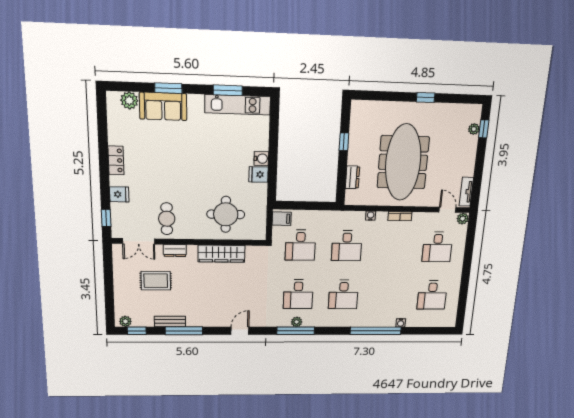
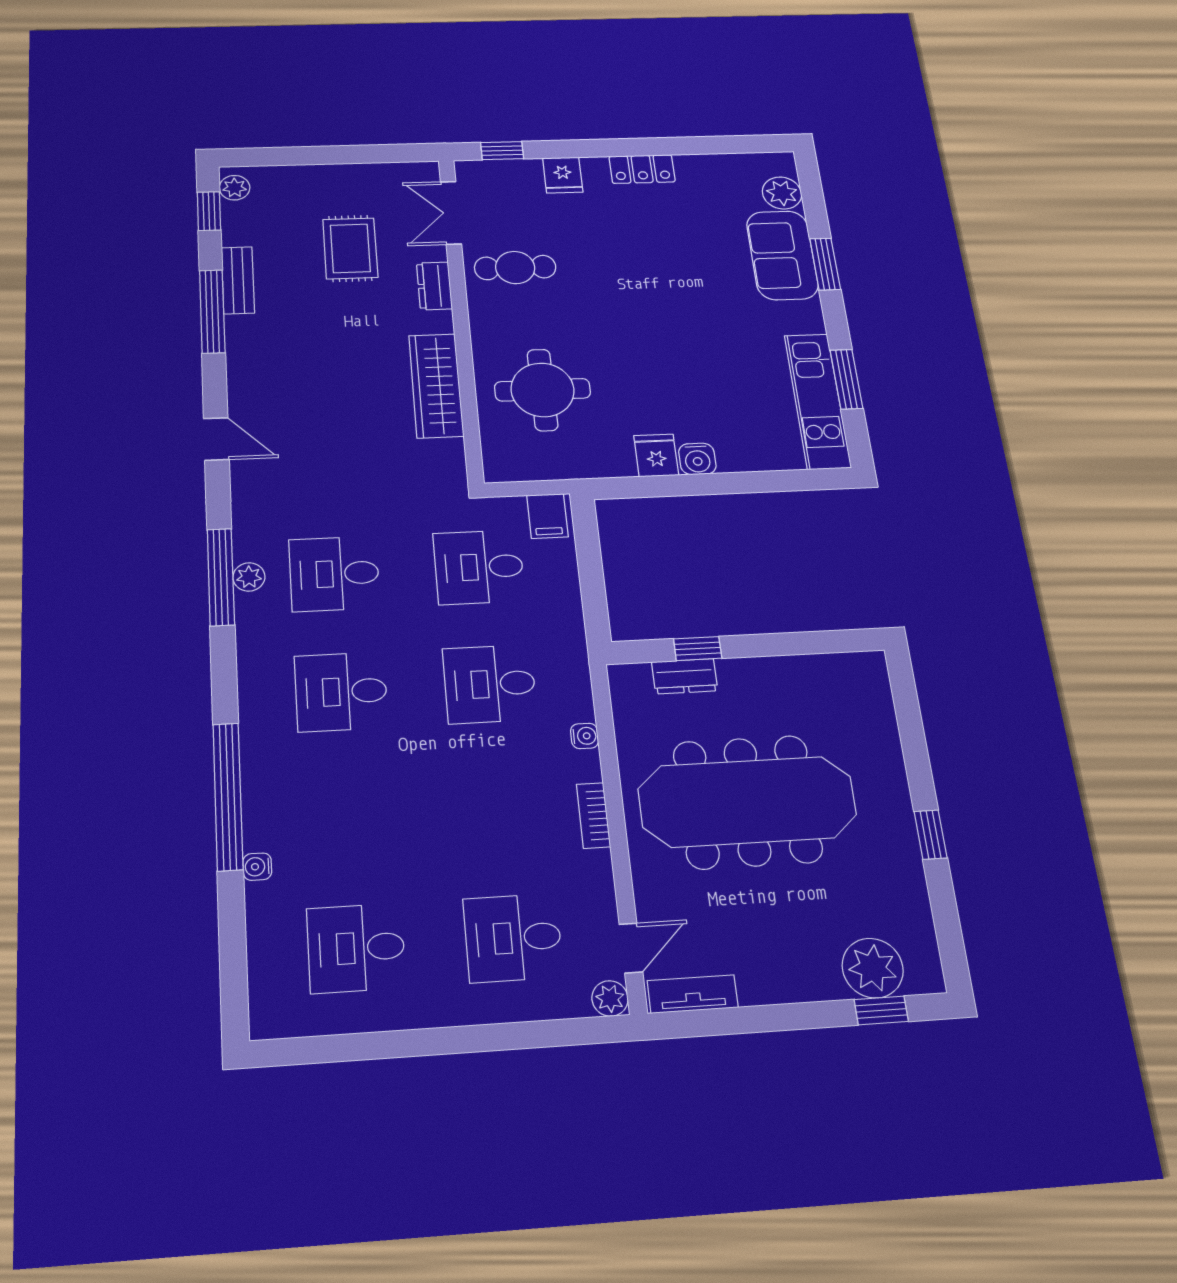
plant: (474, 129) -> (873, 968), width x1.87, depth x1.87
window: (344, 142) -> (698, 649), moved

